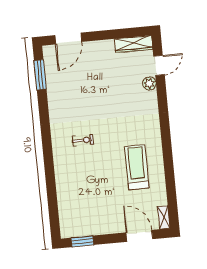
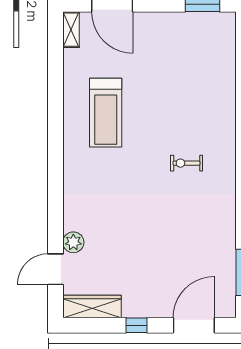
window: (104, 35) -> (136, 325), added

